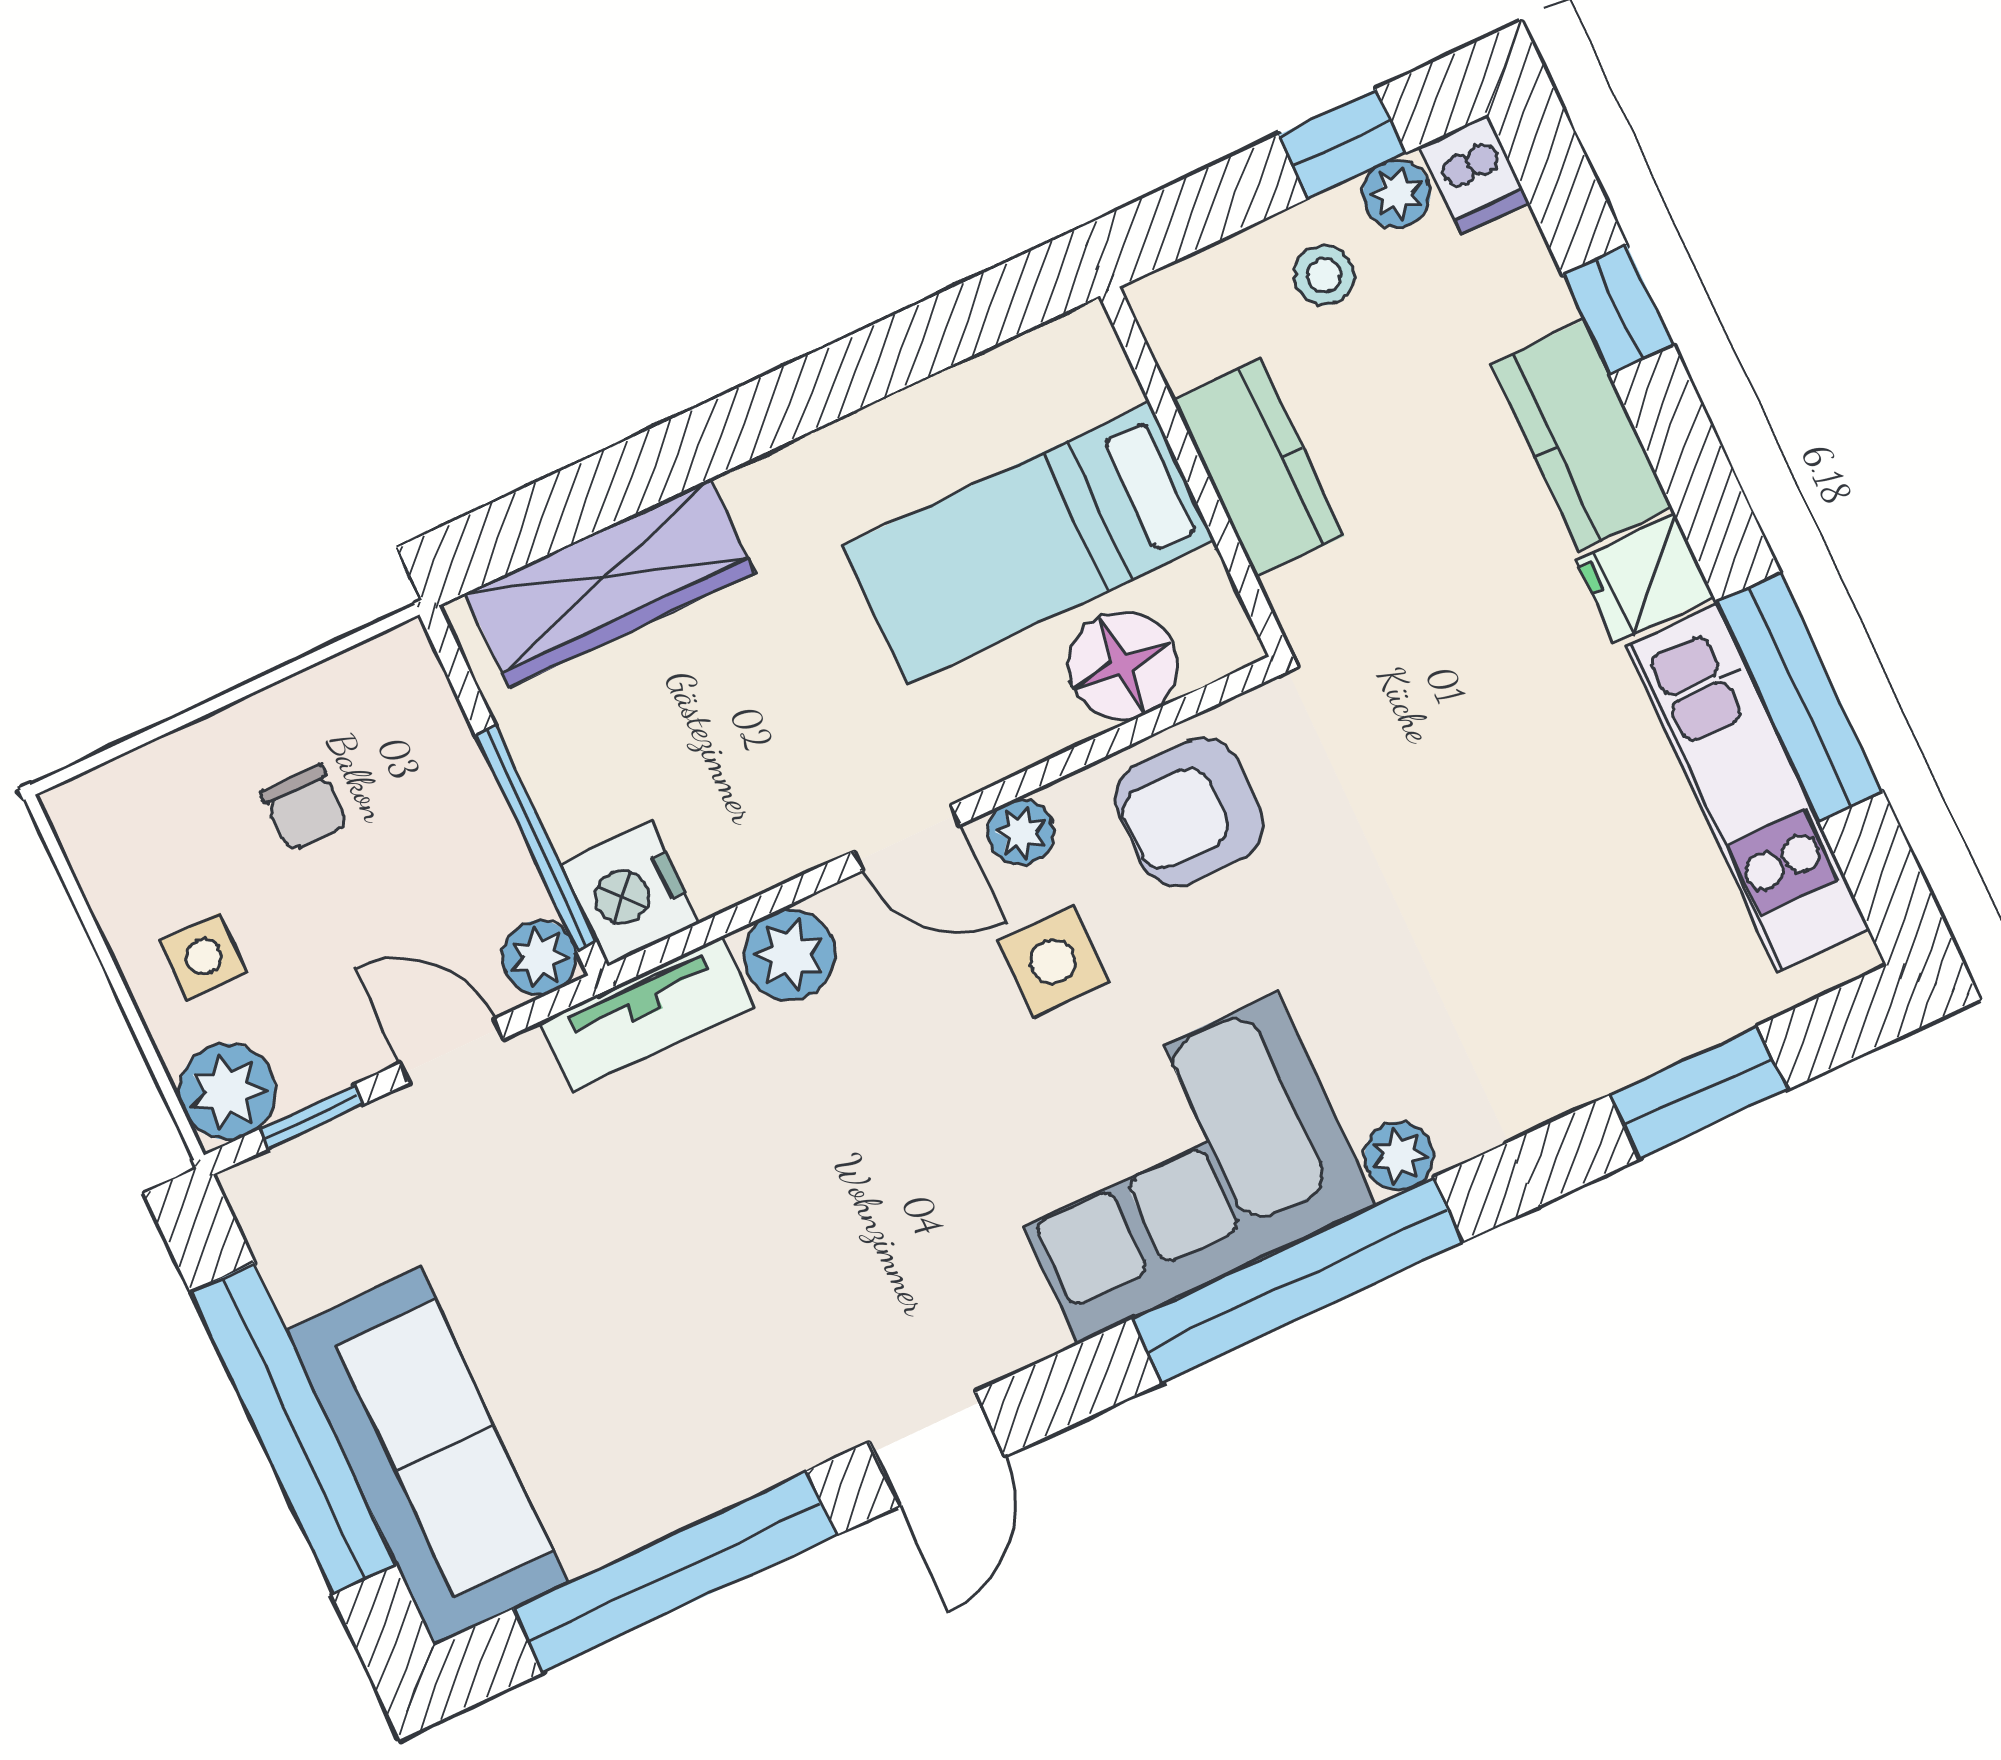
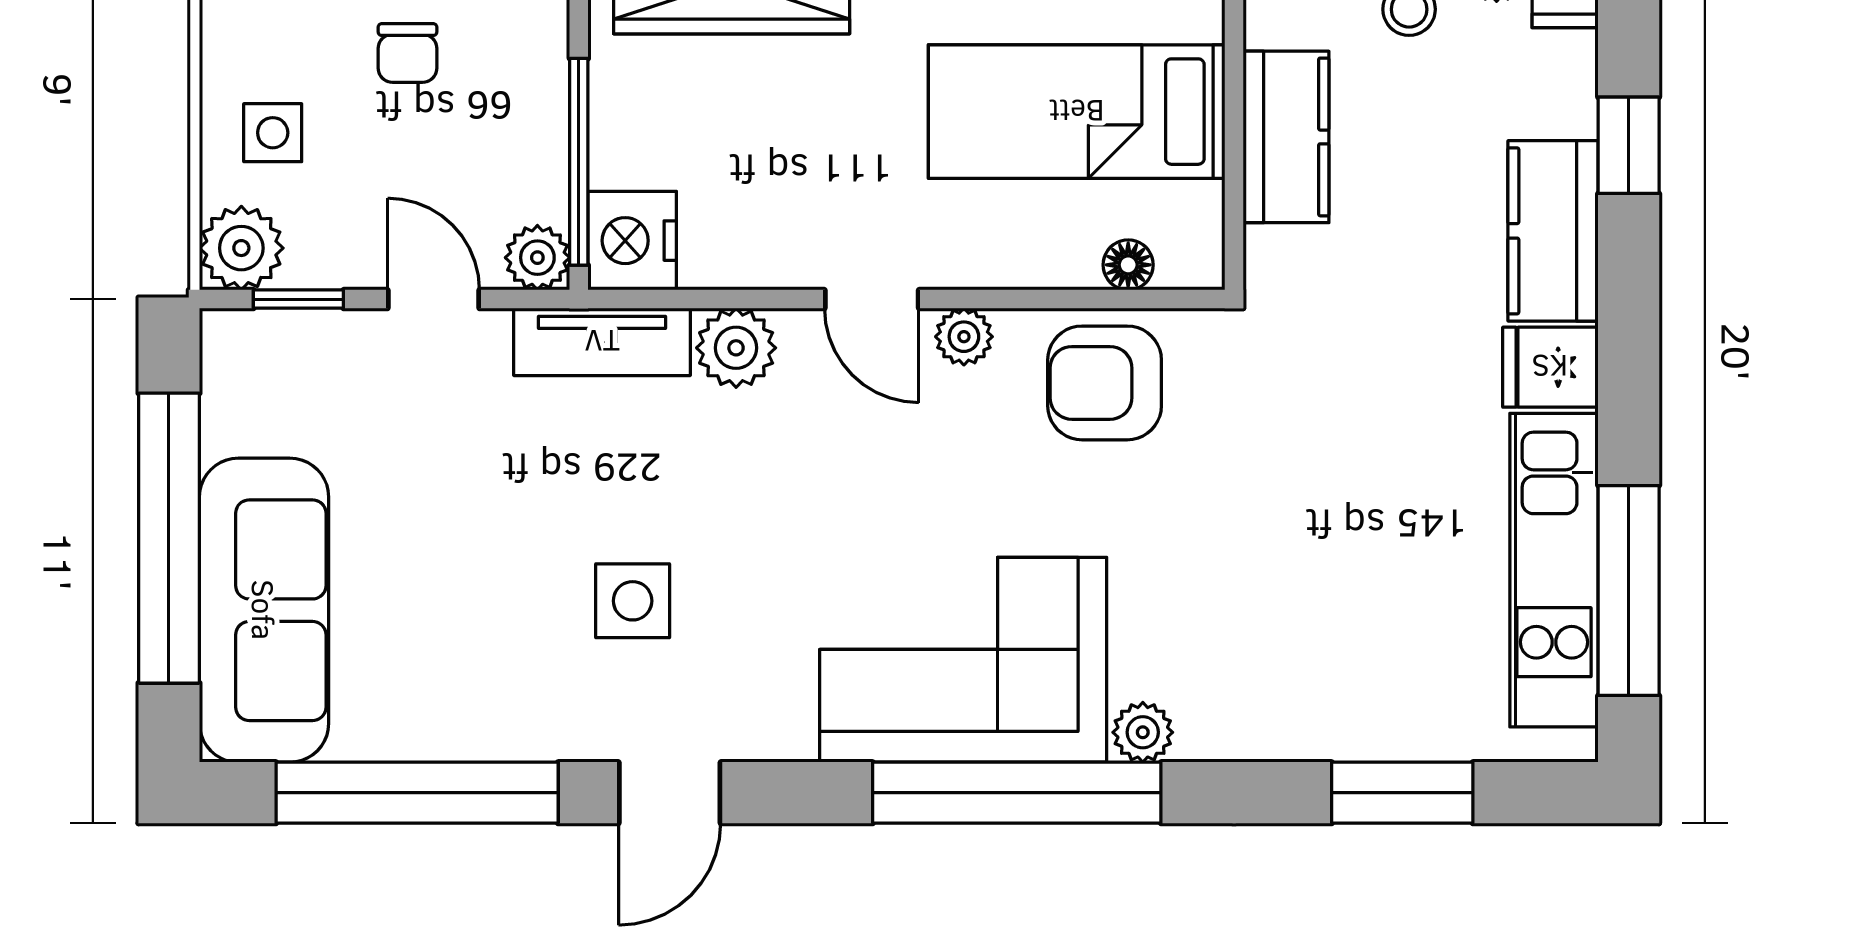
floor lamp: (1123, 665) -> (1128, 265), width x0.53, depth x0.53
window: (1800, 697) -> (1629, 591), moved
side table: (1053, 961) -> (633, 601), moved

